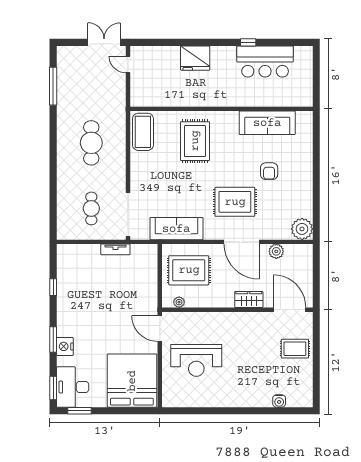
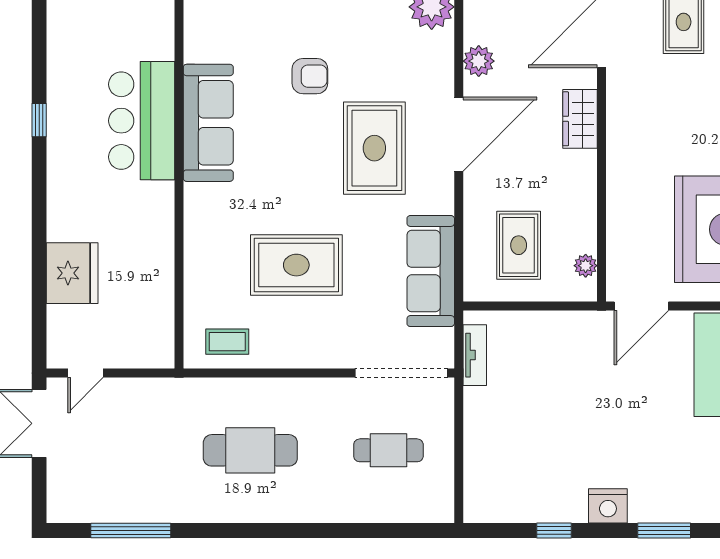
fridge: (195, 58) -> (72, 273), moved
bar counter: (265, 62) -> (142, 121), moved, turned 180
sofa: (267, 123) -> (208, 123), moved
coffee table: (143, 132) -> (227, 342), width x0.54, depth x0.58
rug: (195, 141) -> (296, 265), moved
tv unit: (115, 249) -> (475, 355), moved
rug: (189, 270) -> (519, 245), width x0.73, depth x0.70
nightstand: (65, 346) -> (608, 506), moved

